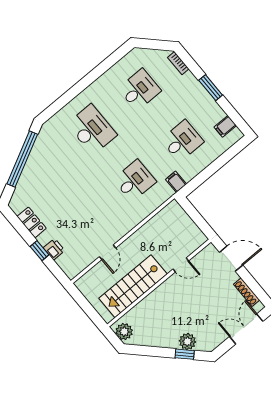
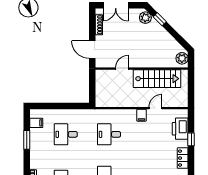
window: (211, 88) -> (27, 140), moved
filing cabinet: (176, 182) -> (142, 115), moved
printer: (54, 249) -> (180, 129), width x1.87, depth x1.48
door: (181, 265) -> (122, 69), hinge flipped
plant: (187, 341) -> (145, 18), moved

